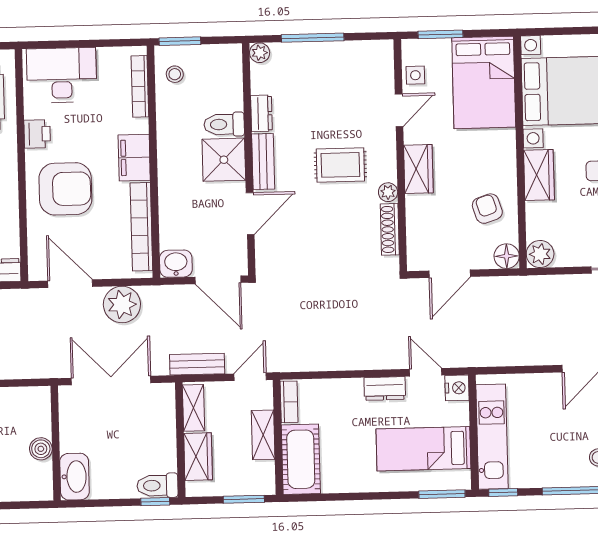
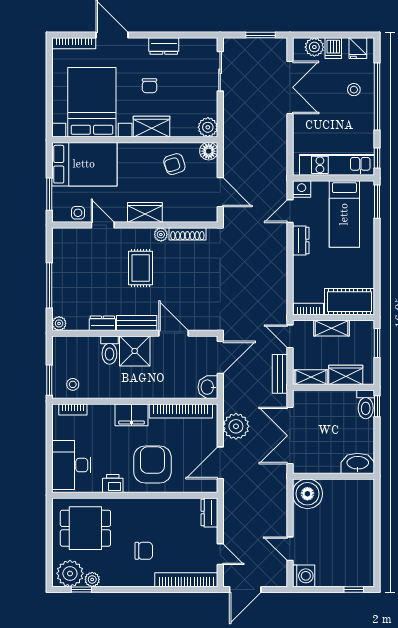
bookcase: (140, 86) -> (73, 409), width x0.64
boiler: (41, 449) -> (307, 494), moved, width x1.86, depth x1.86

